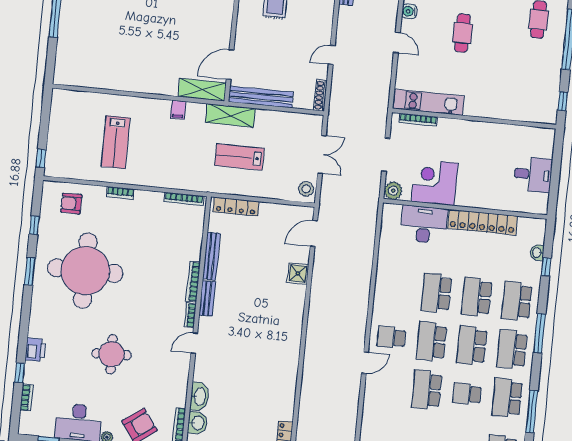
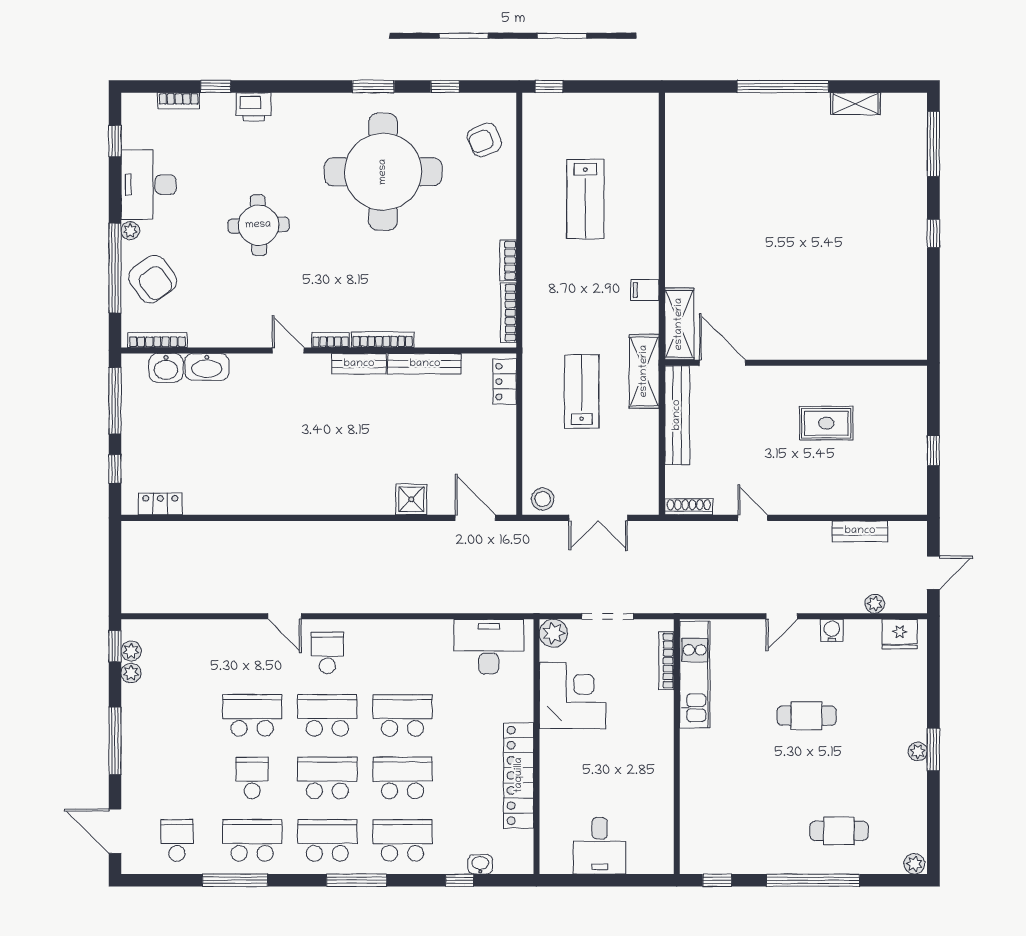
lab bench: (116, 142) -> (585, 199), turned -90
bookcase: (120, 193) -> (508, 260), moved
armchair: (71, 203) -> (484, 140), turned -113
locker: (236, 207) -> (505, 382), width x0.66
desk: (424, 224) -> (489, 647), moved, turned -90

